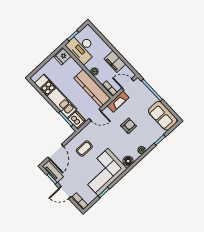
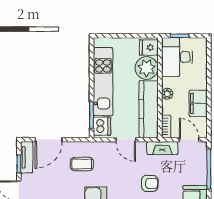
plant: (71, 68) -> (147, 68), added

